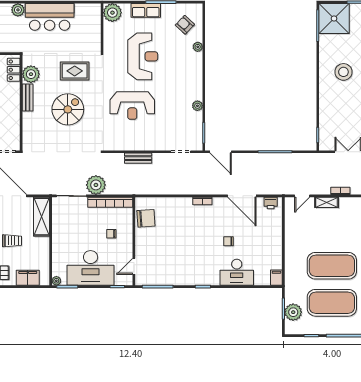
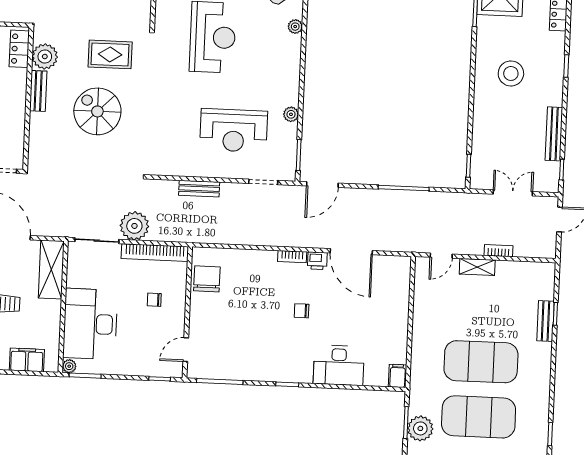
reception desk: (132, 106) -> (234, 130), moved
spiral stairs: (68, 109) -> (97, 111), turned -90
door: (221, 152) -> (322, 185), hinge flipped
printer: (271, 203) -> (317, 261), moved
chair: (146, 218) -> (207, 279), turned -86
chair: (228, 241) -> (302, 311), moved
desk: (91, 268) -> (90, 324), moved, turned 90

